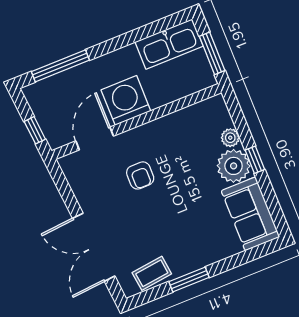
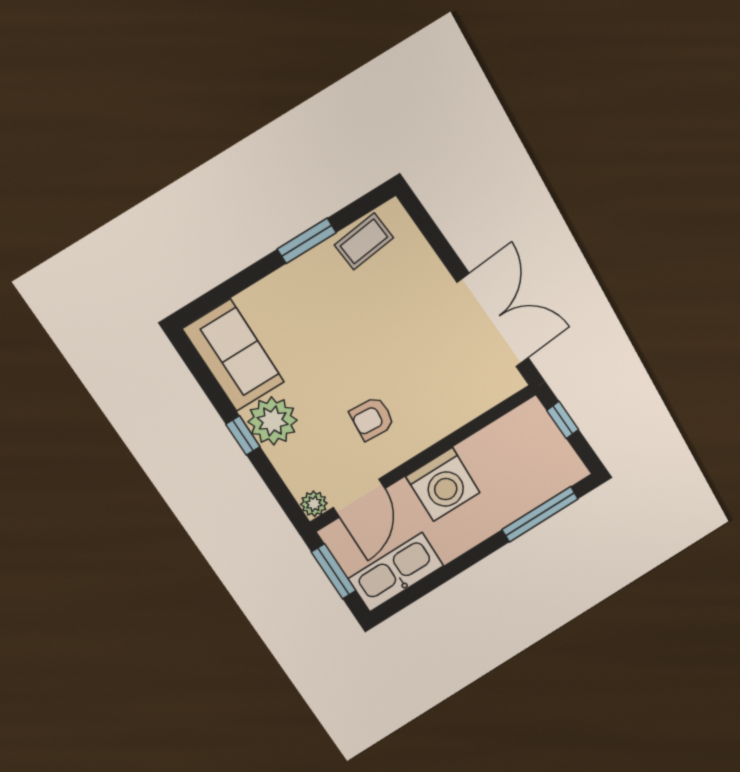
plant: (230, 138) -> (314, 504), moved
door: (95, 139) -> (359, 498), moved
armchair: (140, 175) -> (372, 418), moved, turned -86
double door: (94, 247) -> (493, 320), moved

